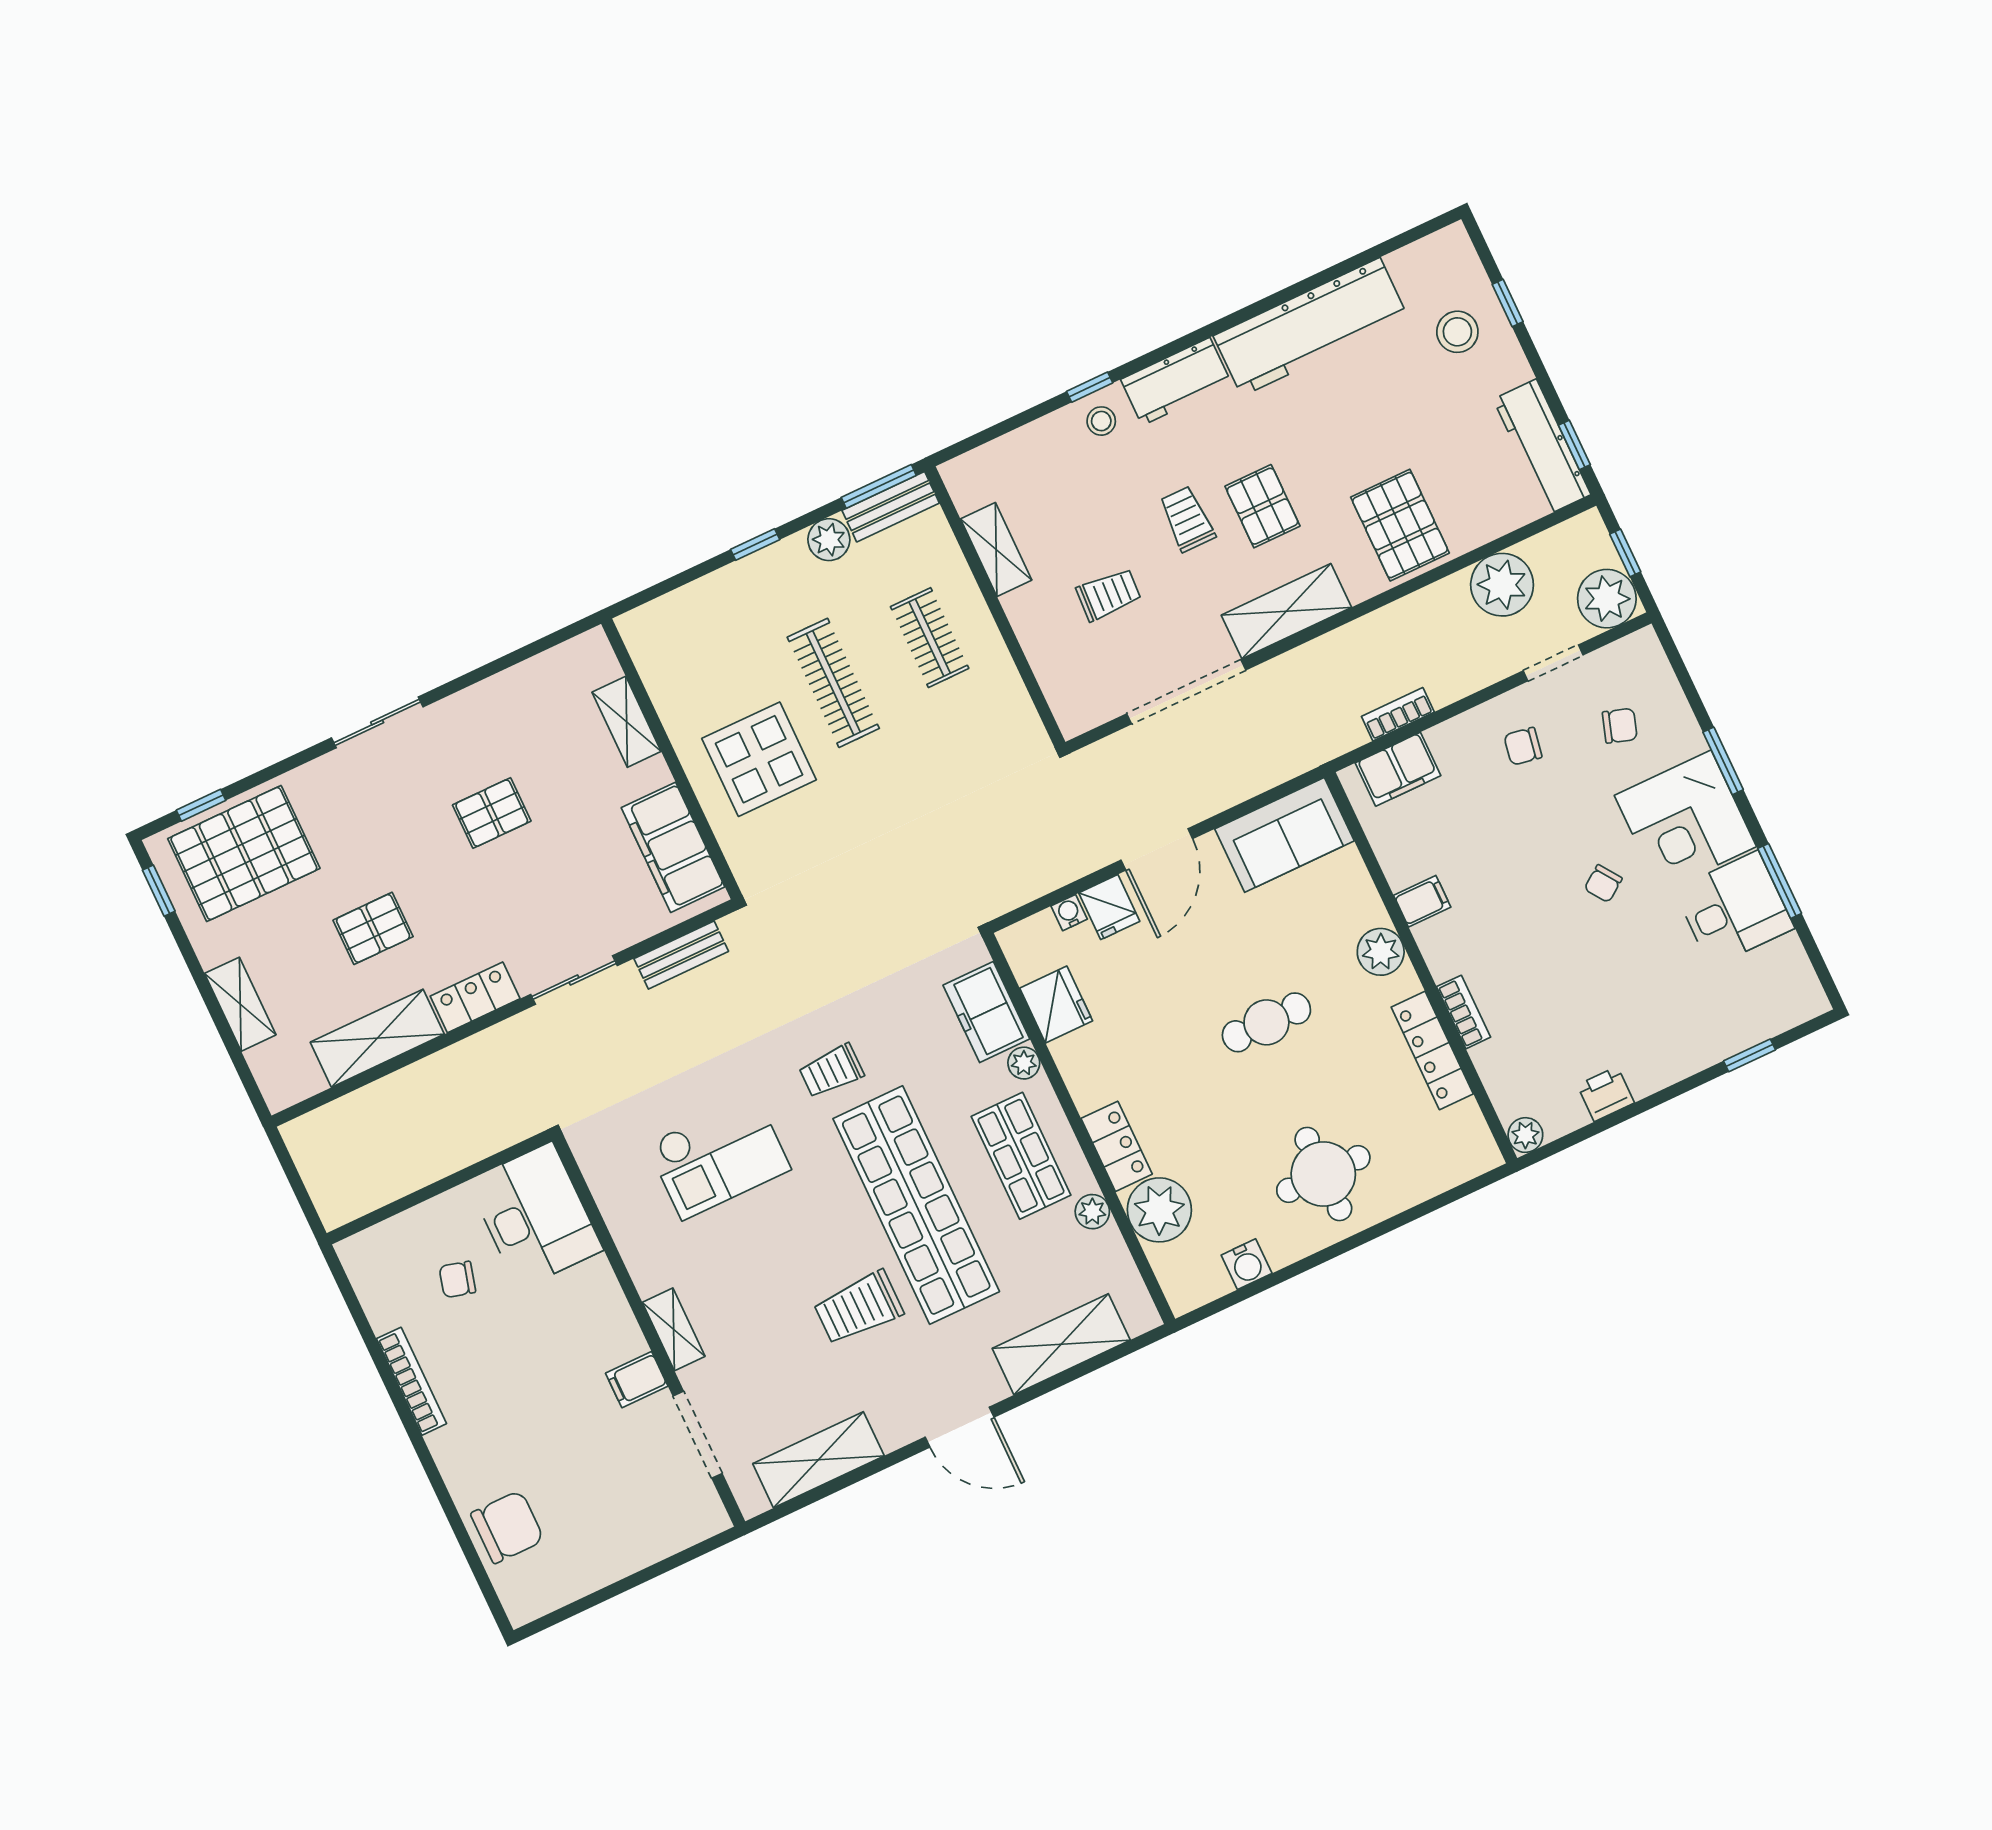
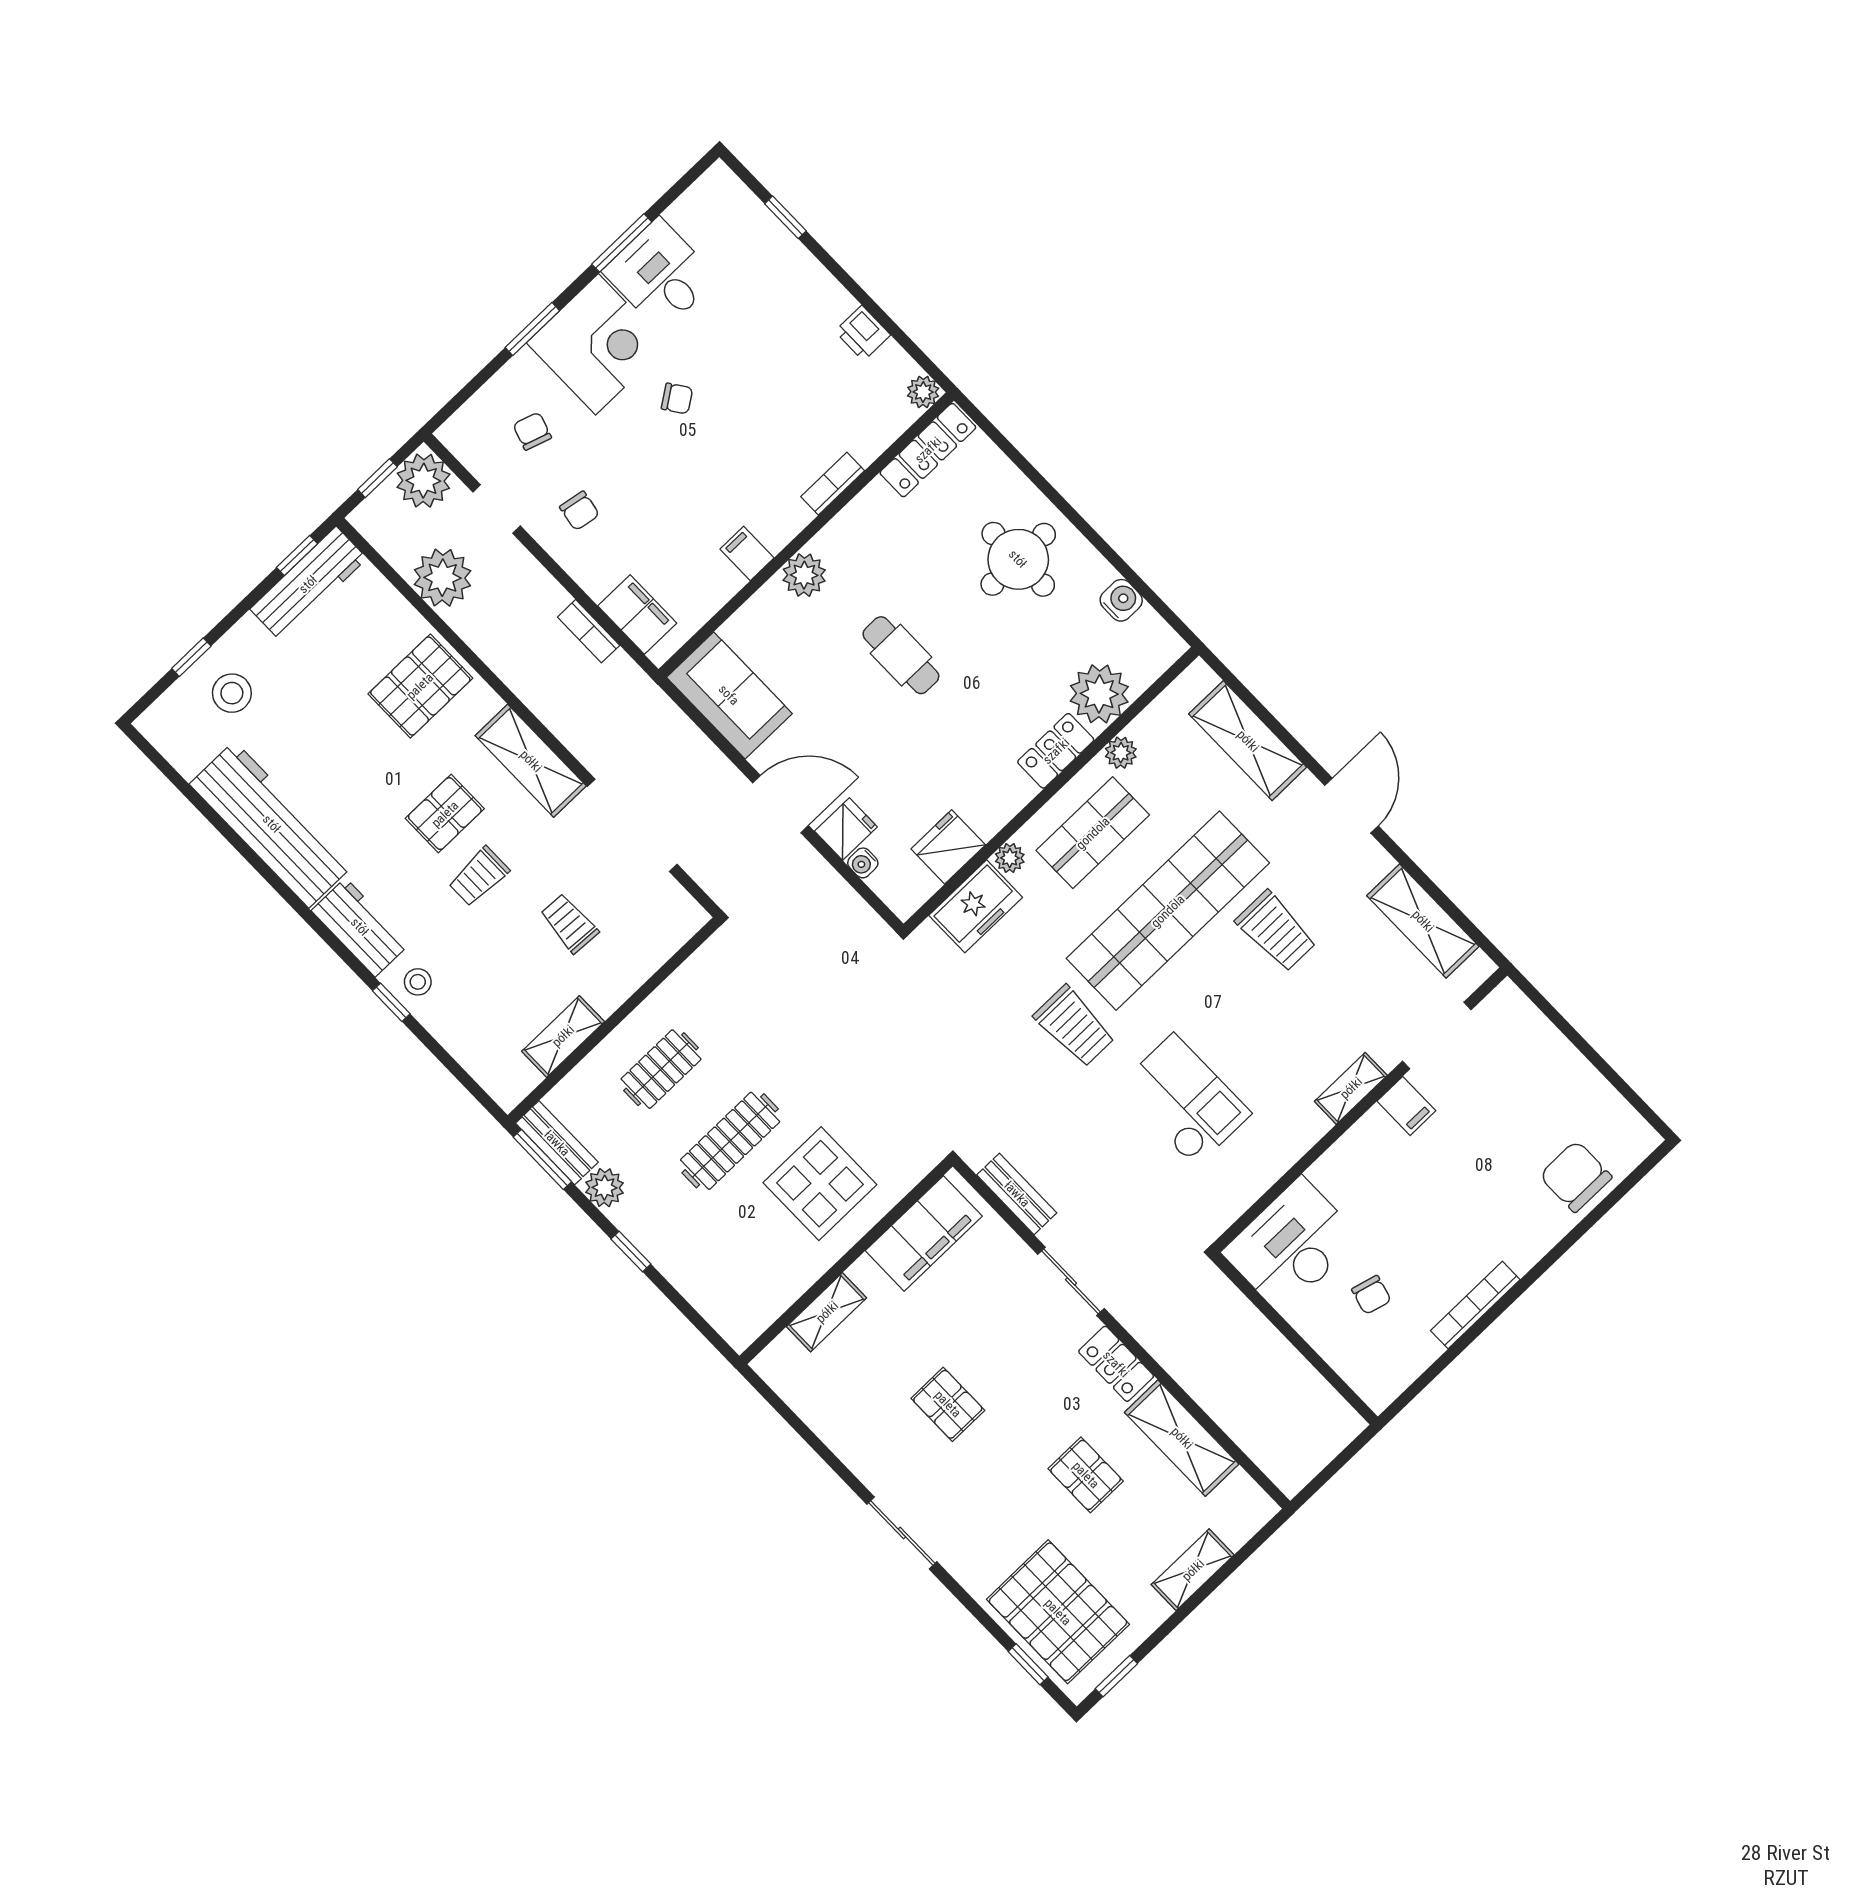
locker: (1432, 1050) -> (928, 450), moved
trolley: (831, 1071) -> (1074, 1026), width x1.36, depth x1.39

